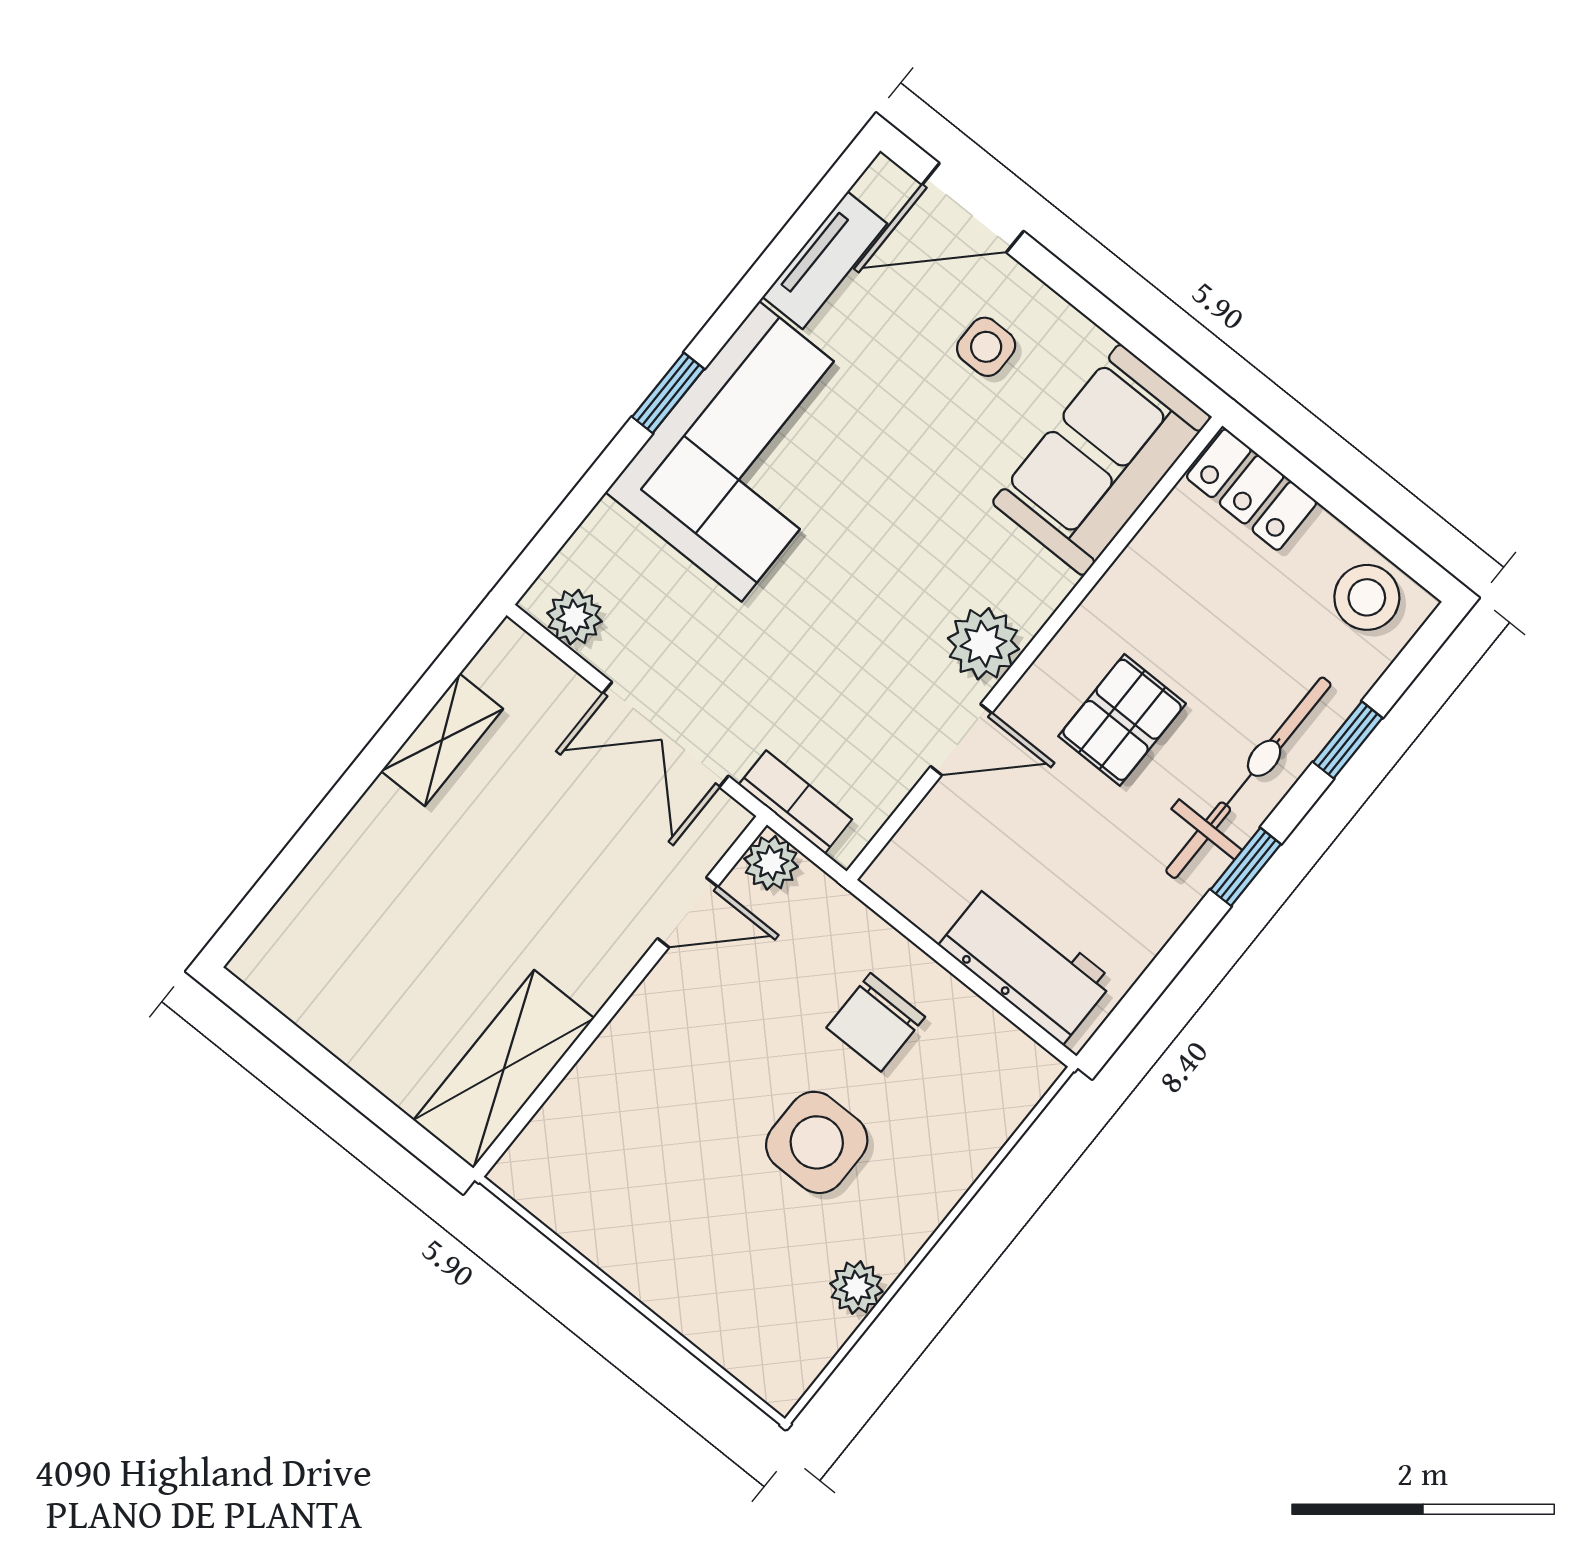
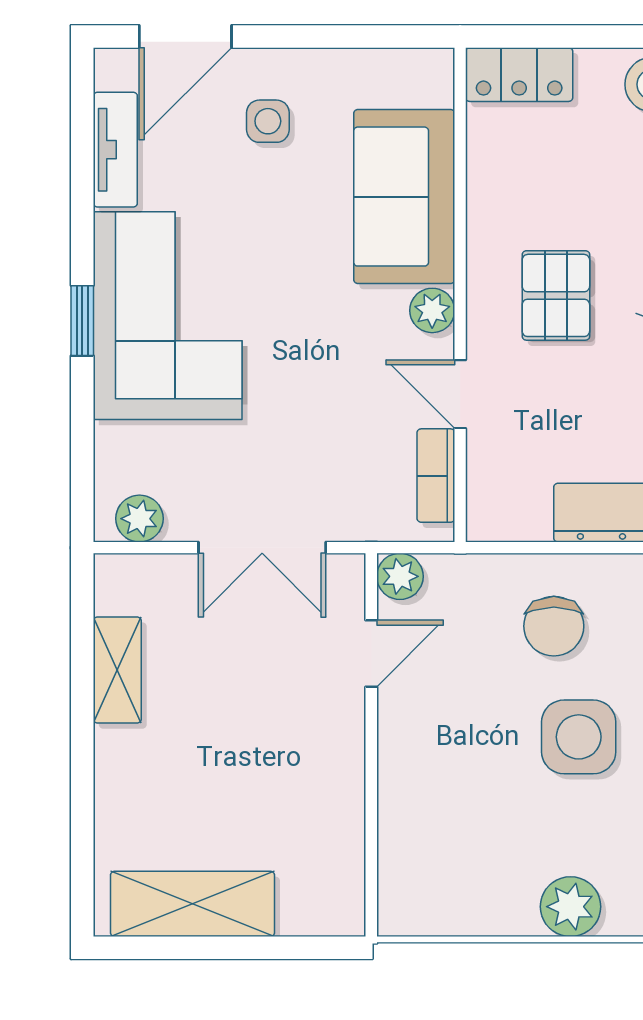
sofa: (1101, 460) -> (404, 197), moved
plant: (983, 644) -> (432, 310), width x0.73, depth x0.73
door: (961, 740) -> (460, 394), swing flipped
bookcase: (795, 802) -> (436, 476), moved, turned -90
shelving: (504, 1069) -> (192, 904), moved, turned 90
plant: (684, 1292) -> (571, 907), added

